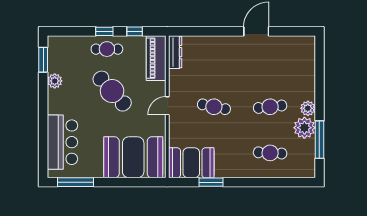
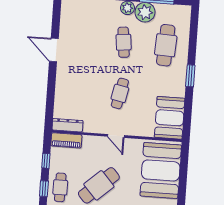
piano: (156, 58) -> (66, 140), width x0.73, depth x0.75
cafe table: (270, 153) -> (166, 45), width x1.37, depth x1.35
window: (211, 182) -> (190, 76), moved

